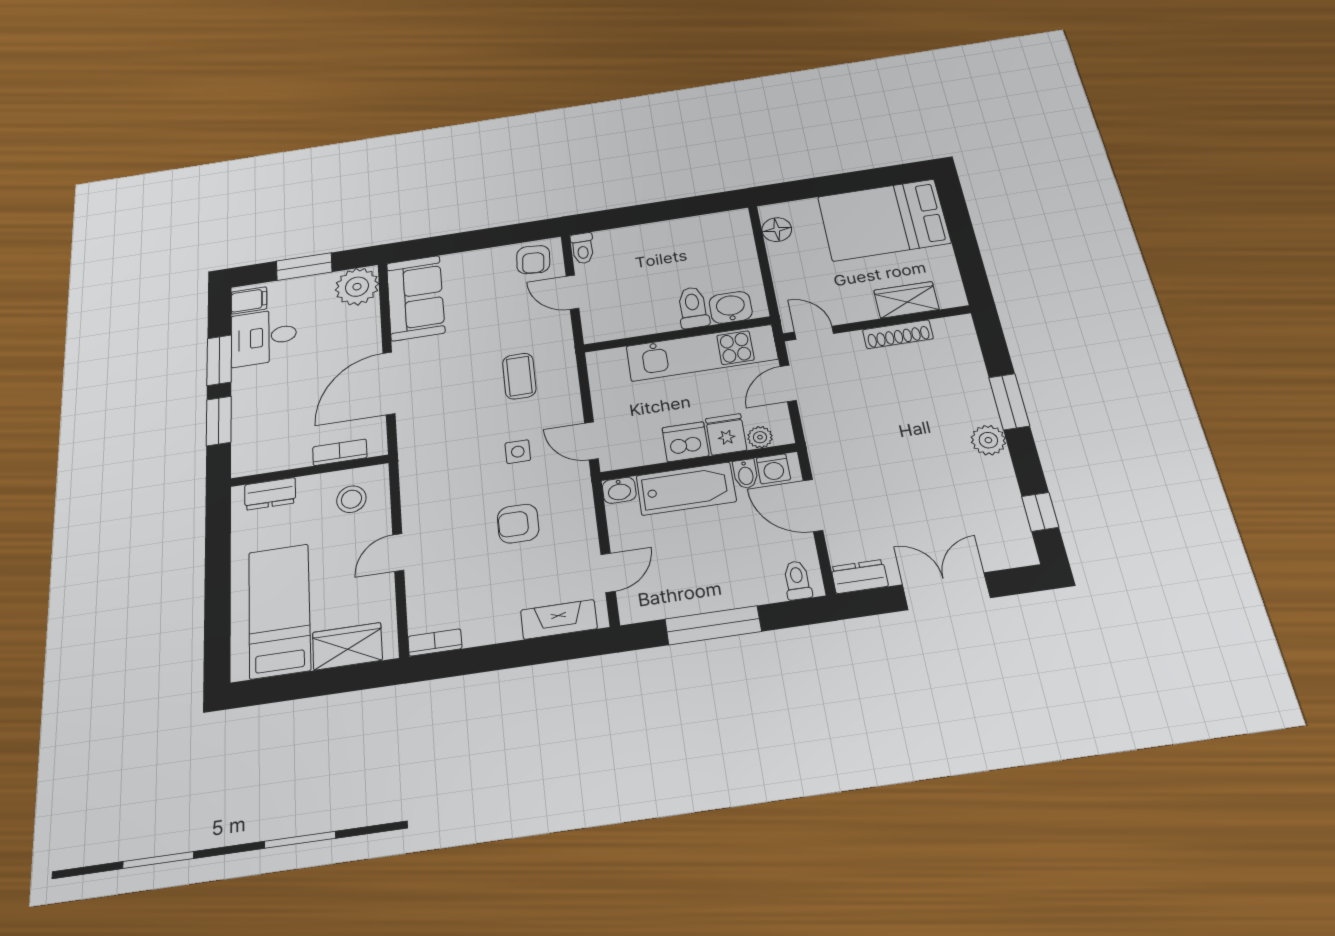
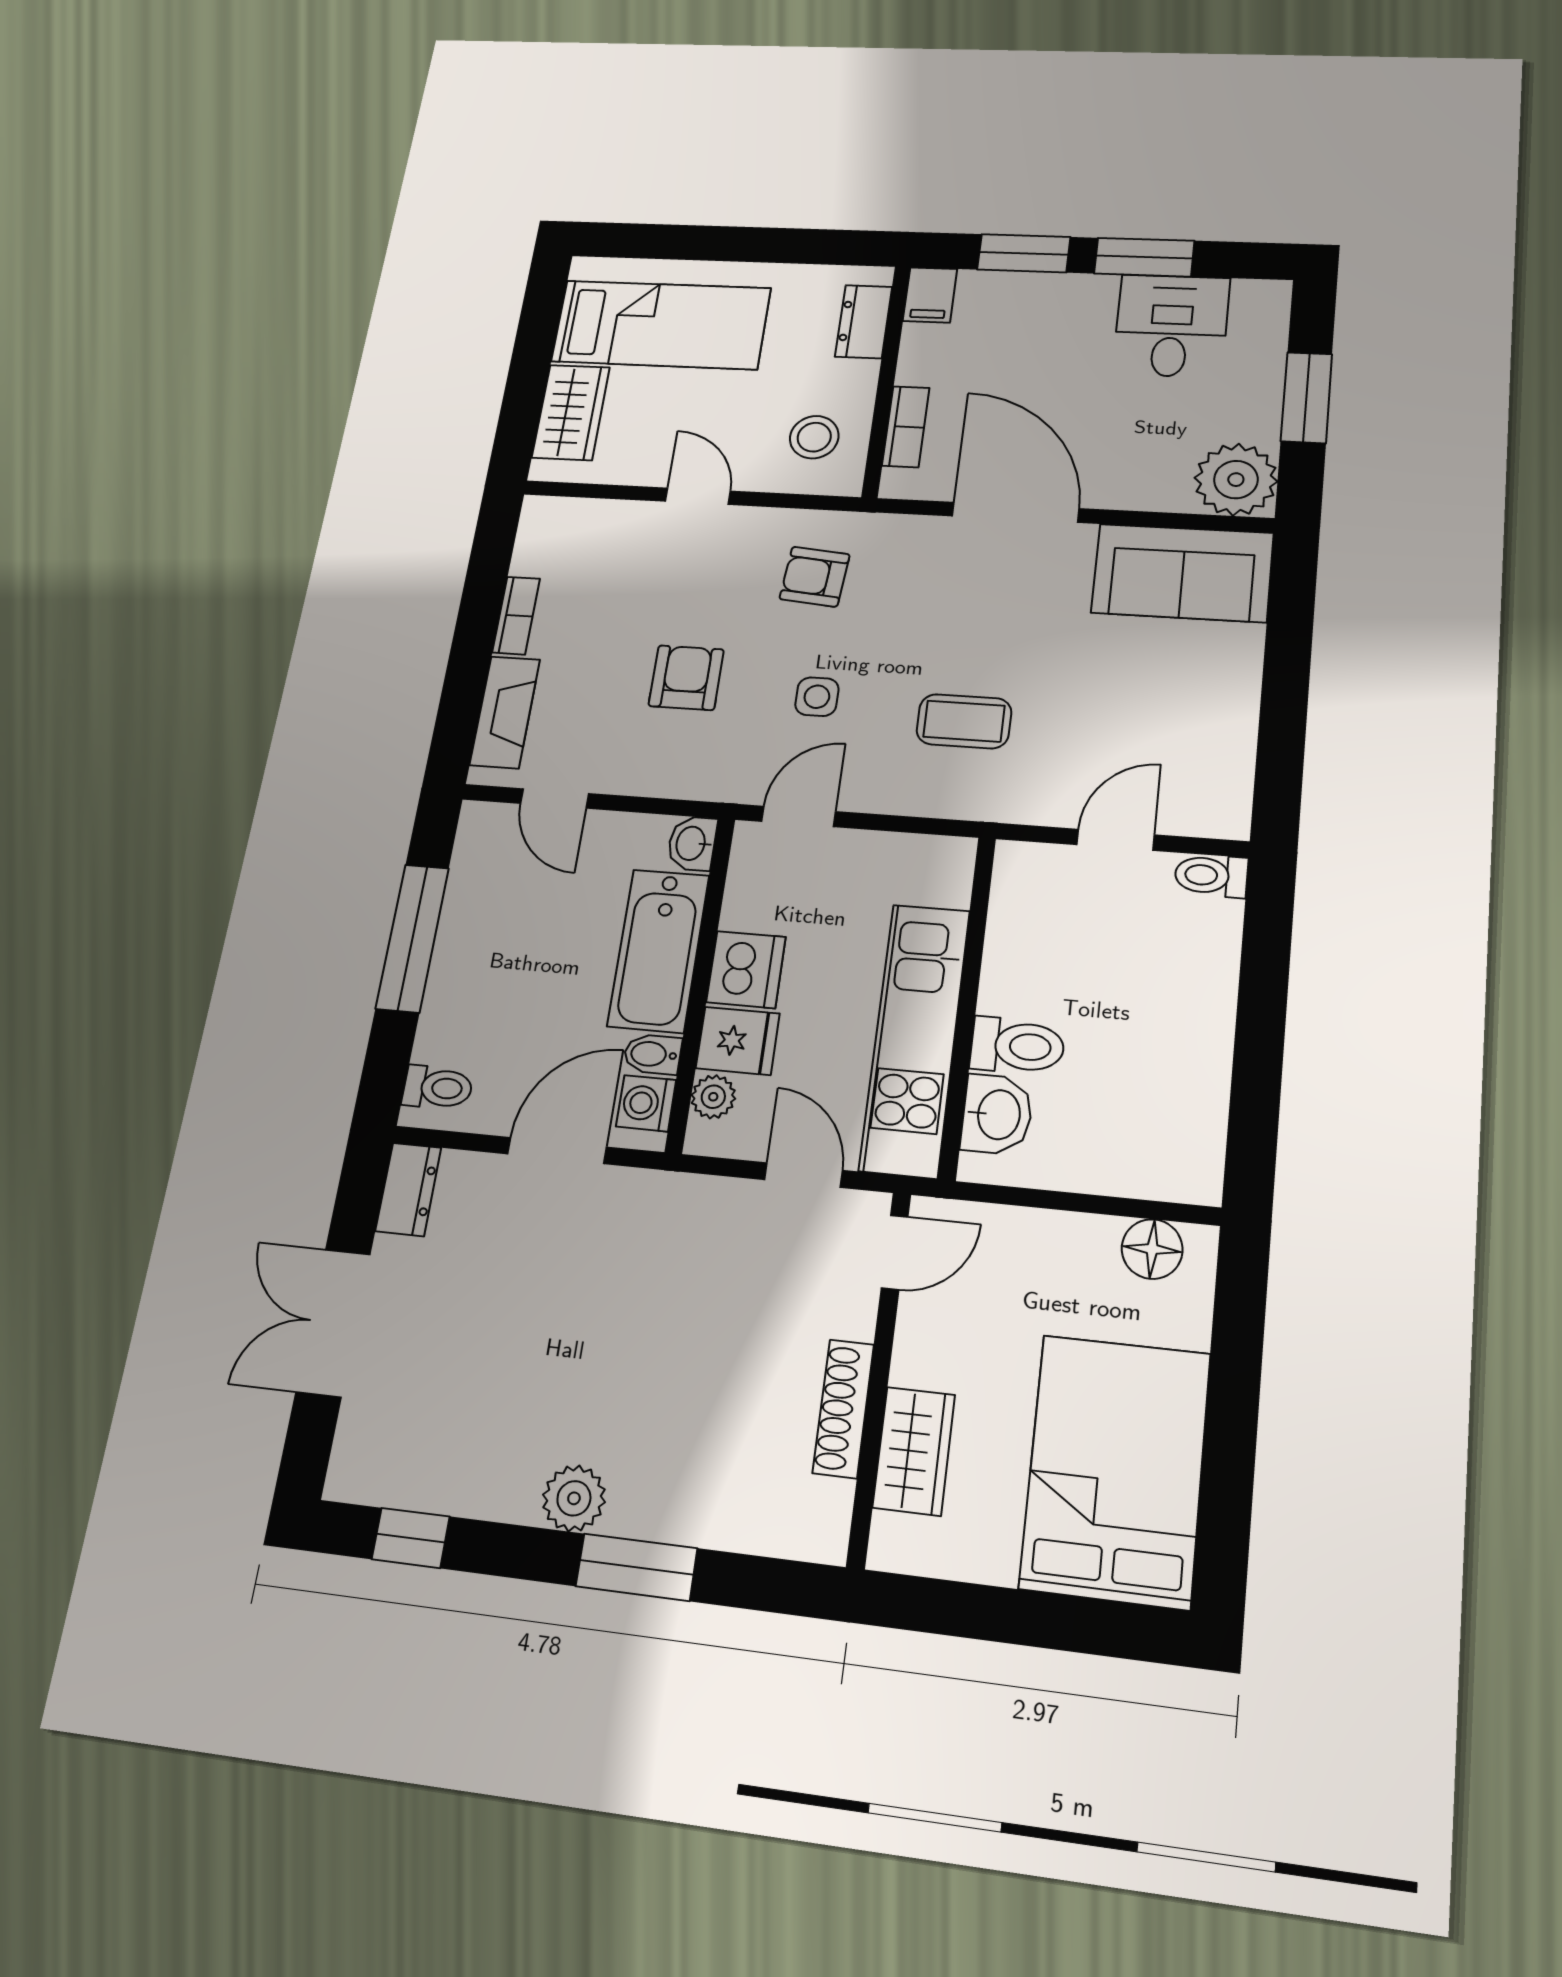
armchair: (533, 260) -> (815, 577), moved
filing cabinet: (249, 300) -> (930, 295), moved
double door: (946, 591) -> (333, 1323), swing flipped
bookcase: (435, 642) -> (516, 615), moved

